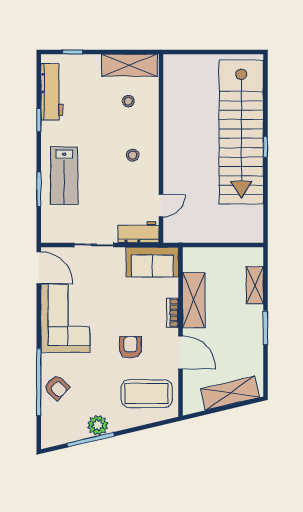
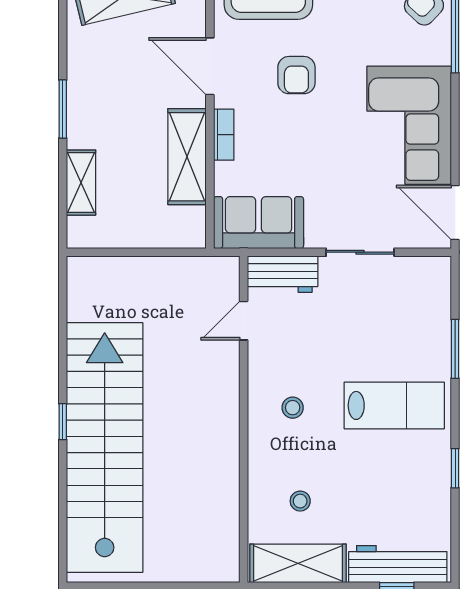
workbench: (52, 92) -> (398, 564), moved, turned 90
lab bench: (64, 176) -> (394, 405), moved, turned 90

